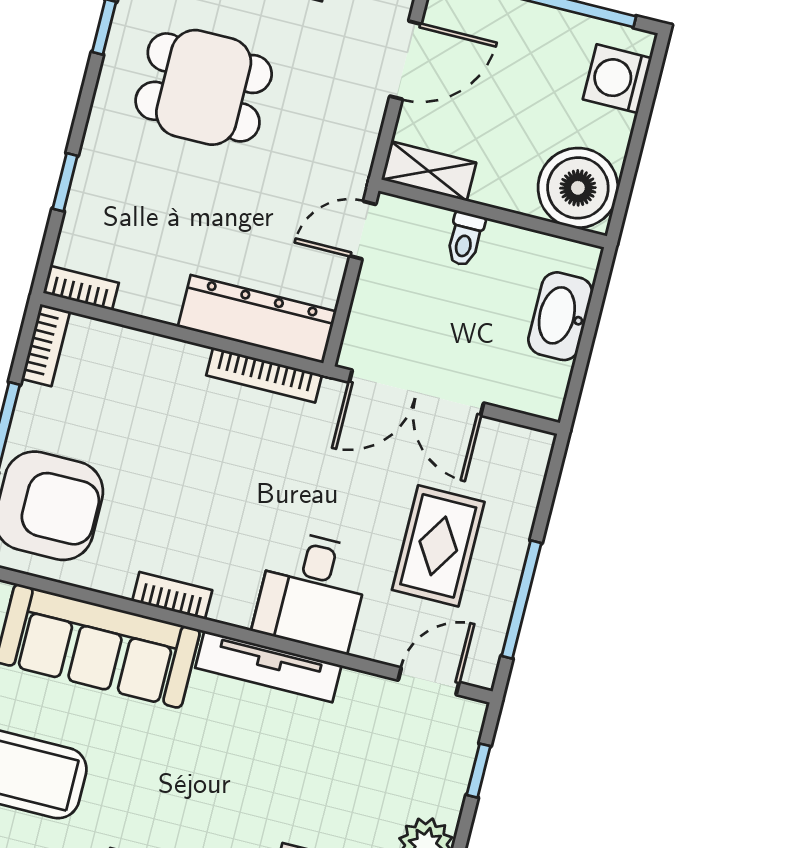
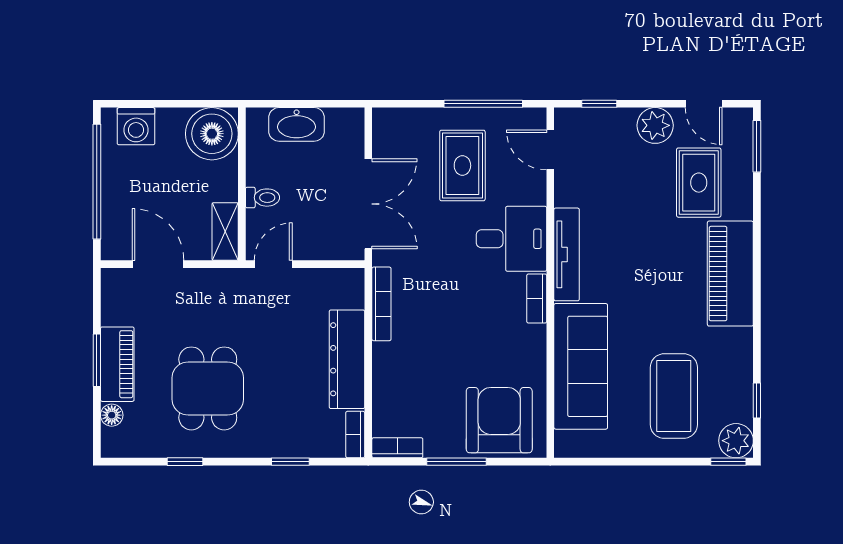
door: (363, 230) -> (273, 264), swing flipped
dresser: (257, 319) -> (347, 359), moved
rug: (438, 546) -> (462, 165), turned 90
bookcase: (172, 596) -> (537, 299), moved

